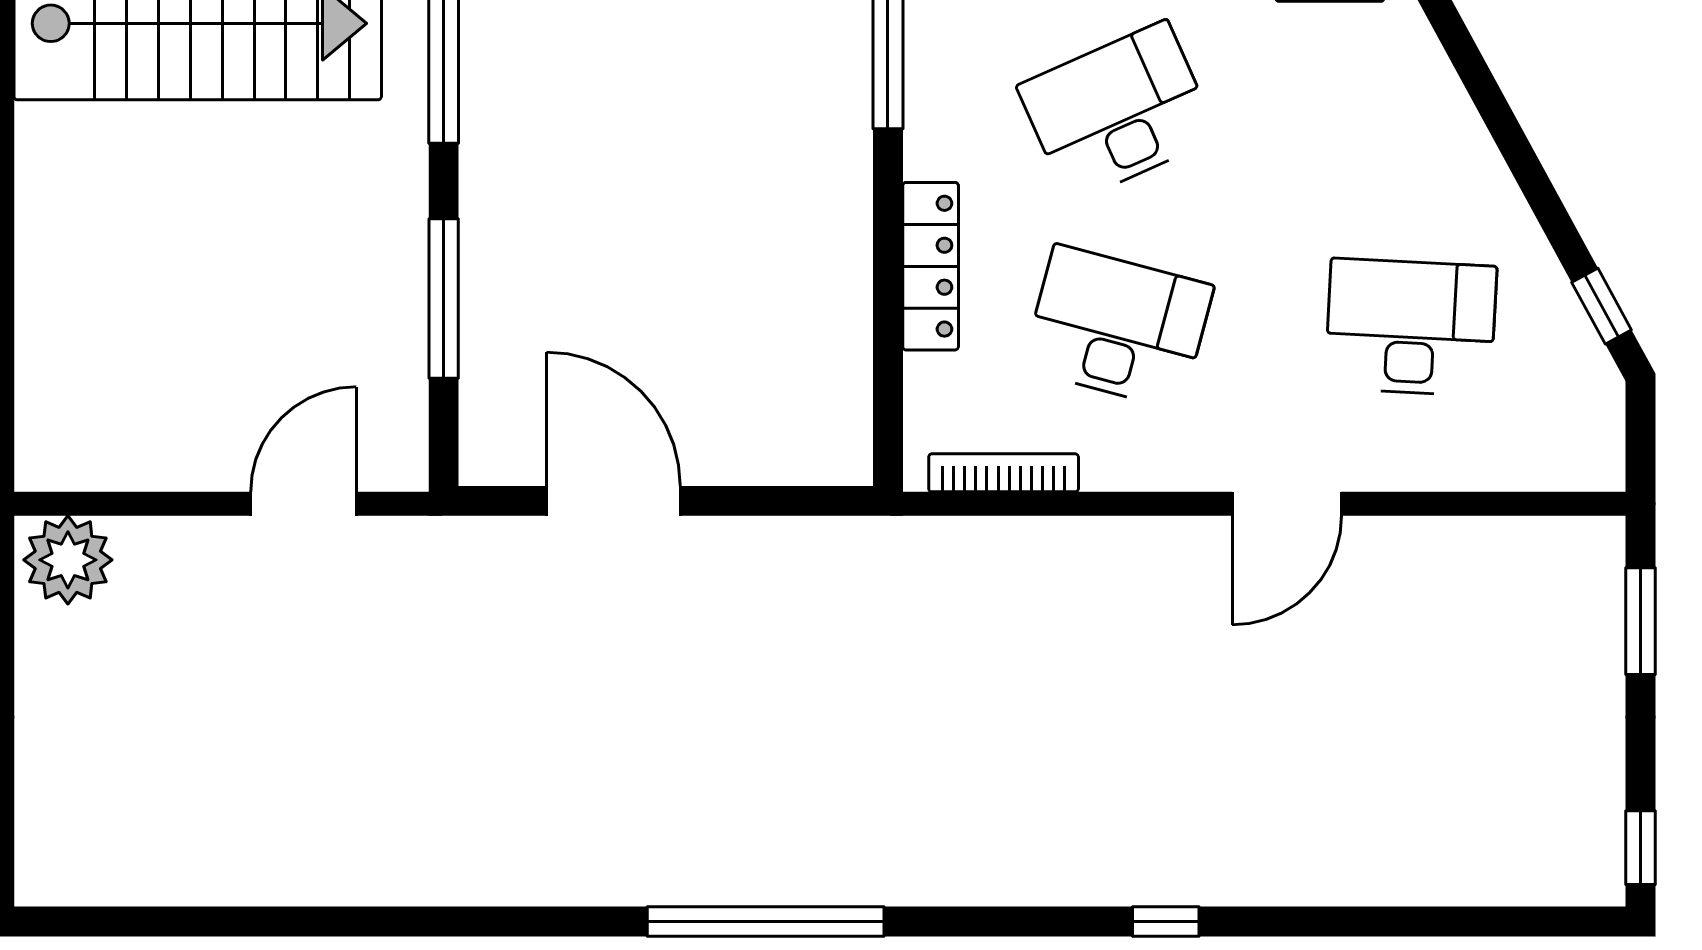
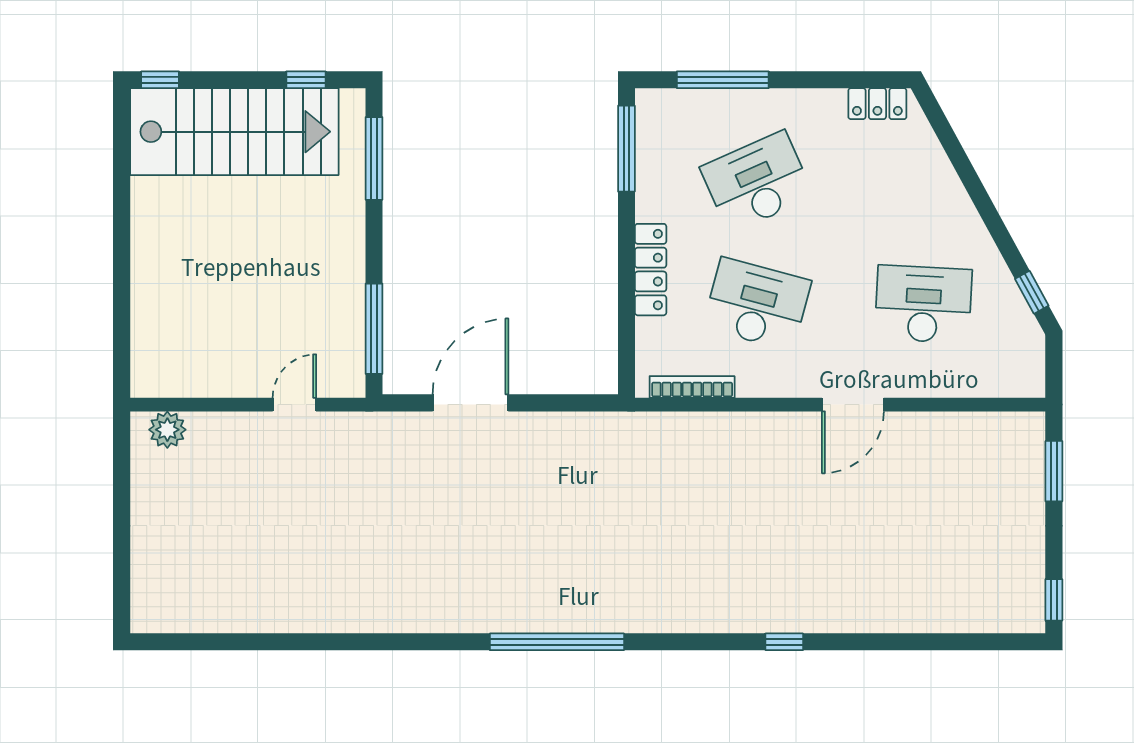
window: (444, 298) -> (374, 329), moved
door: (613, 501) -> (471, 403), hinge flipped
door: (303, 504) -> (294, 405), width x0.73
plant: (68, 560) -> (167, 430), width x0.73, depth x0.73

